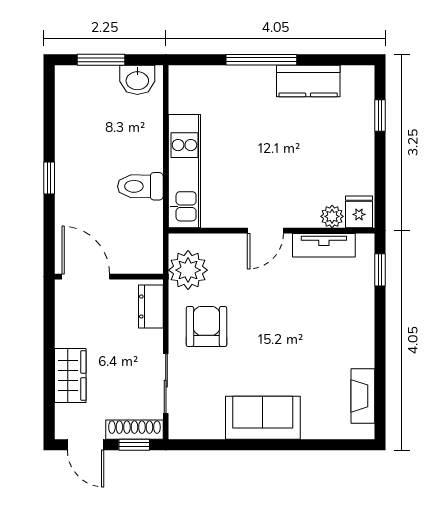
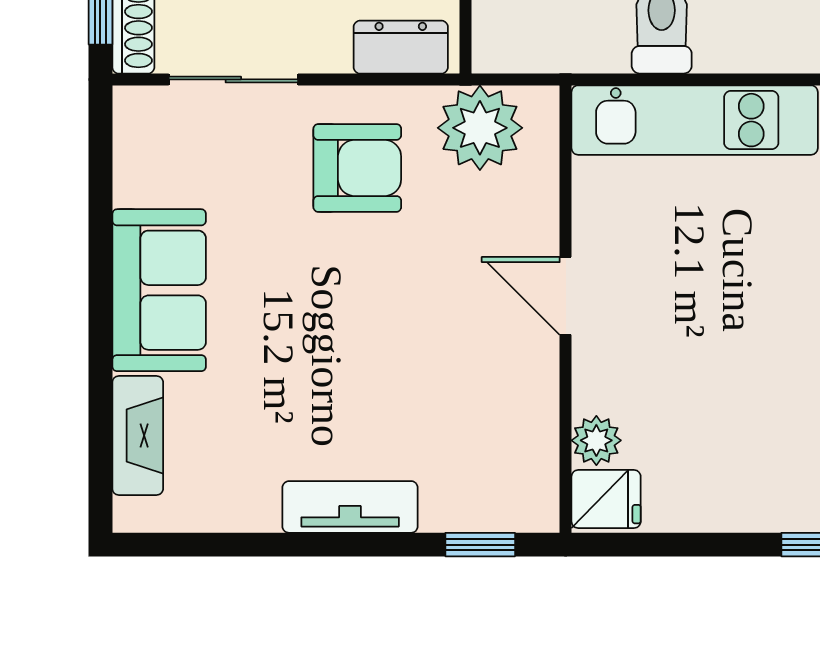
tv unit: (324, 245) -> (350, 507), moved, turned 90
fireplace: (363, 396) -> (138, 435), moved, turned 90

